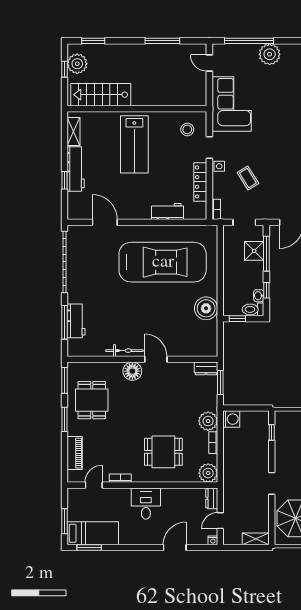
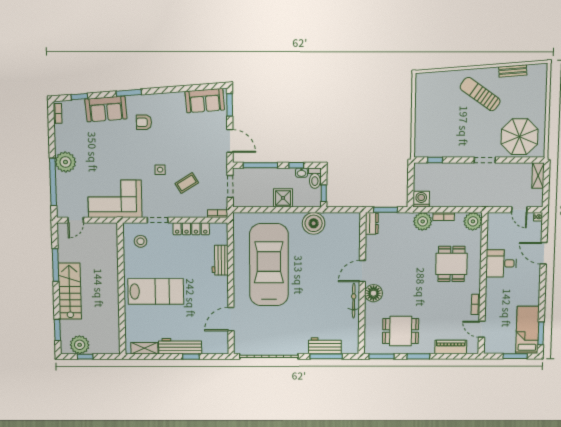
stairs: (101, 95) -> (70, 291), moved, turned 180
side table: (219, 166) -> (160, 170), moved
shower: (254, 251) -> (283, 198), moved
dresser: (212, 498) -> (497, 218), removed
desk: (146, 504) -> (501, 263), moved

